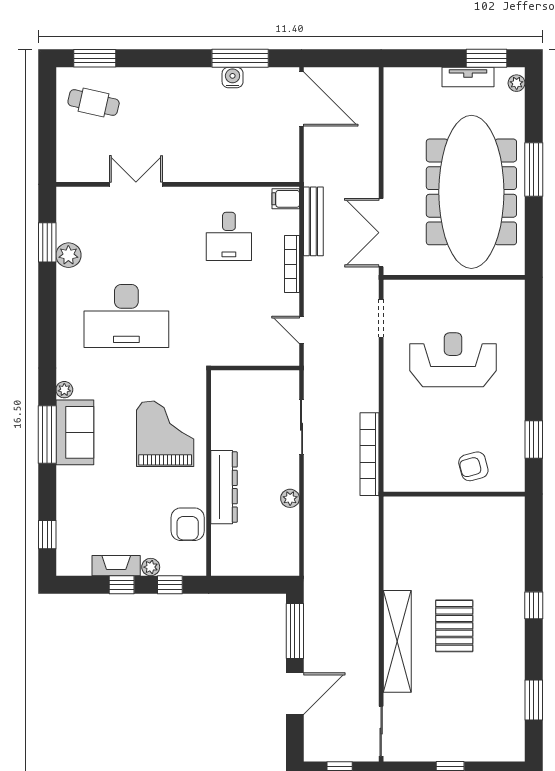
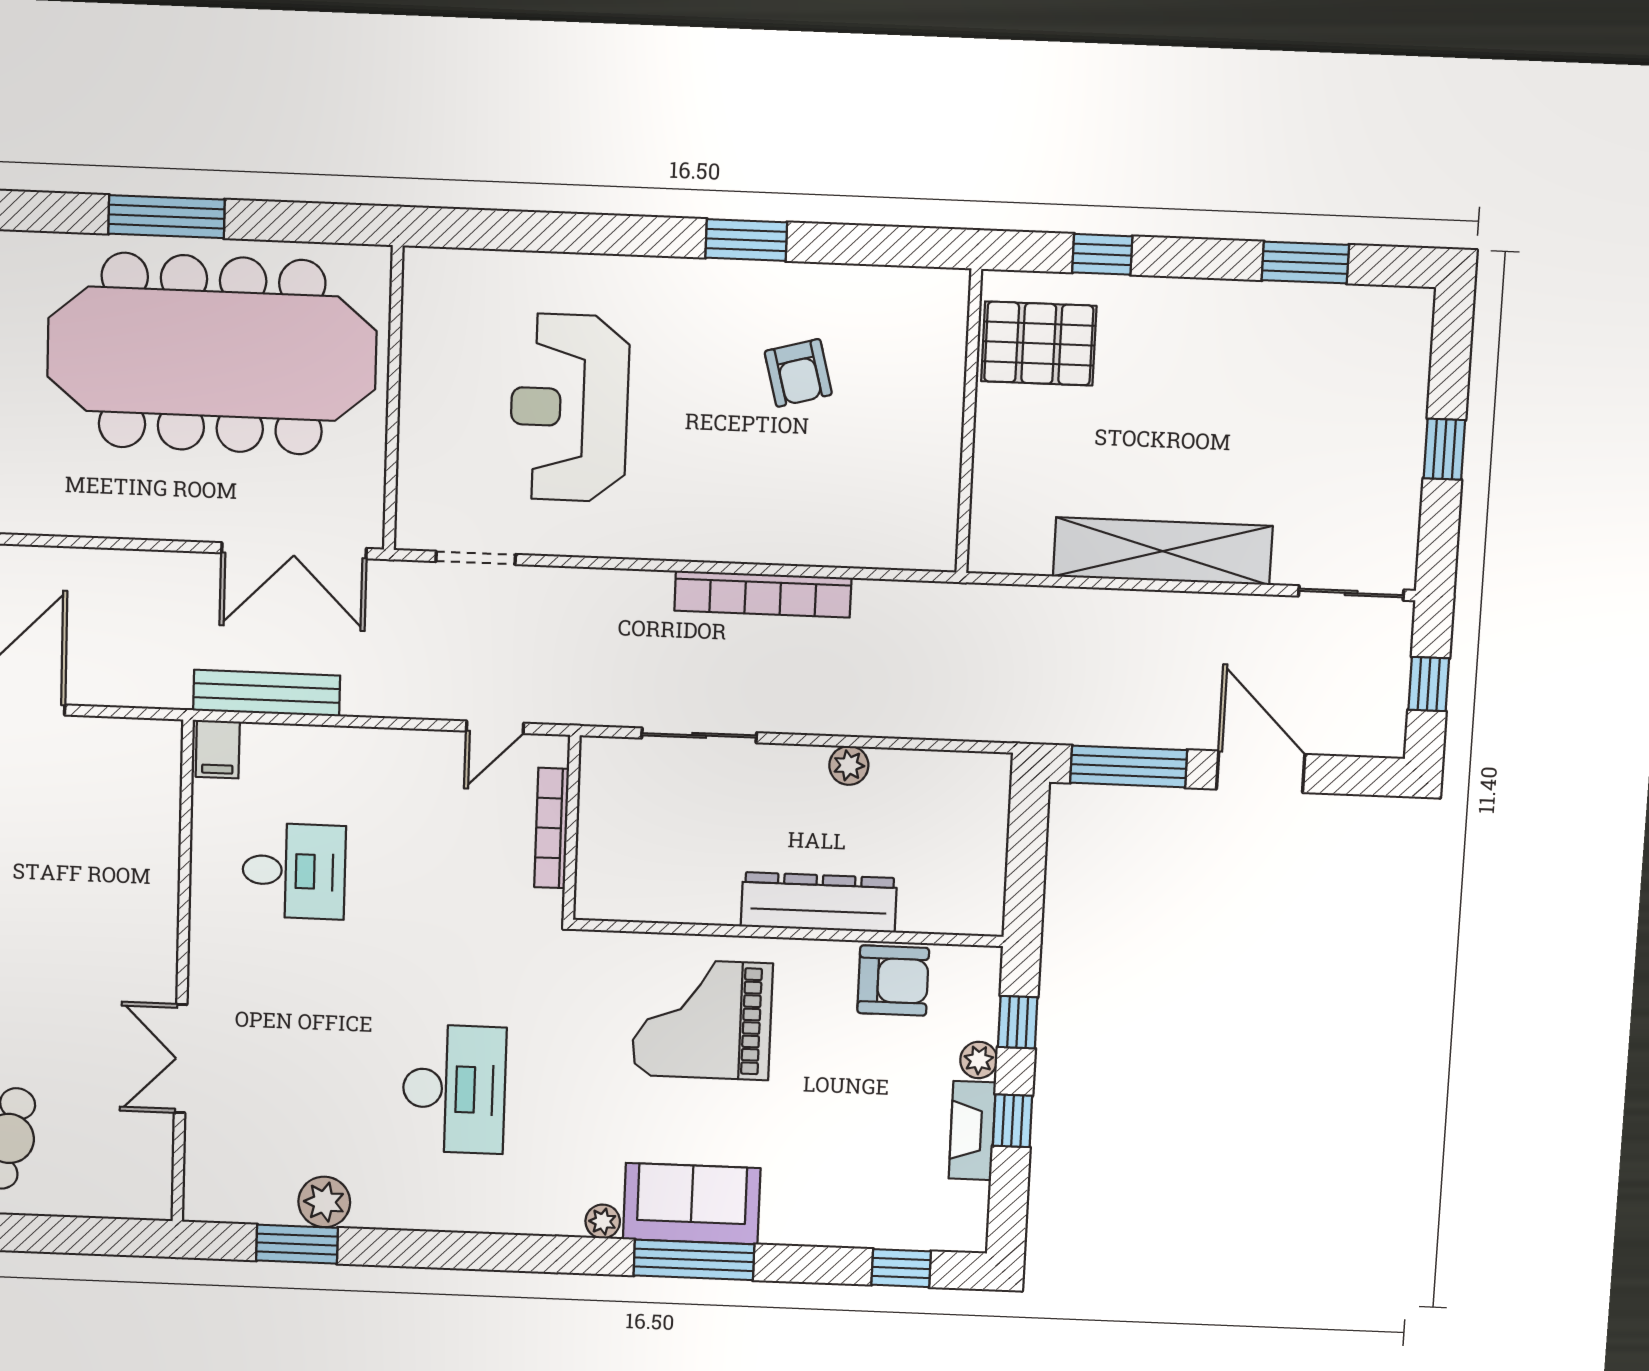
bookcase: (292, 264) -> (552, 828), moved, turned 90
desk: (126, 316) -> (454, 1089), width x0.73, depth x0.77
wall: (454, 494) -> (969, 421), moved
pallet: (454, 626) -> (1039, 343), moved

